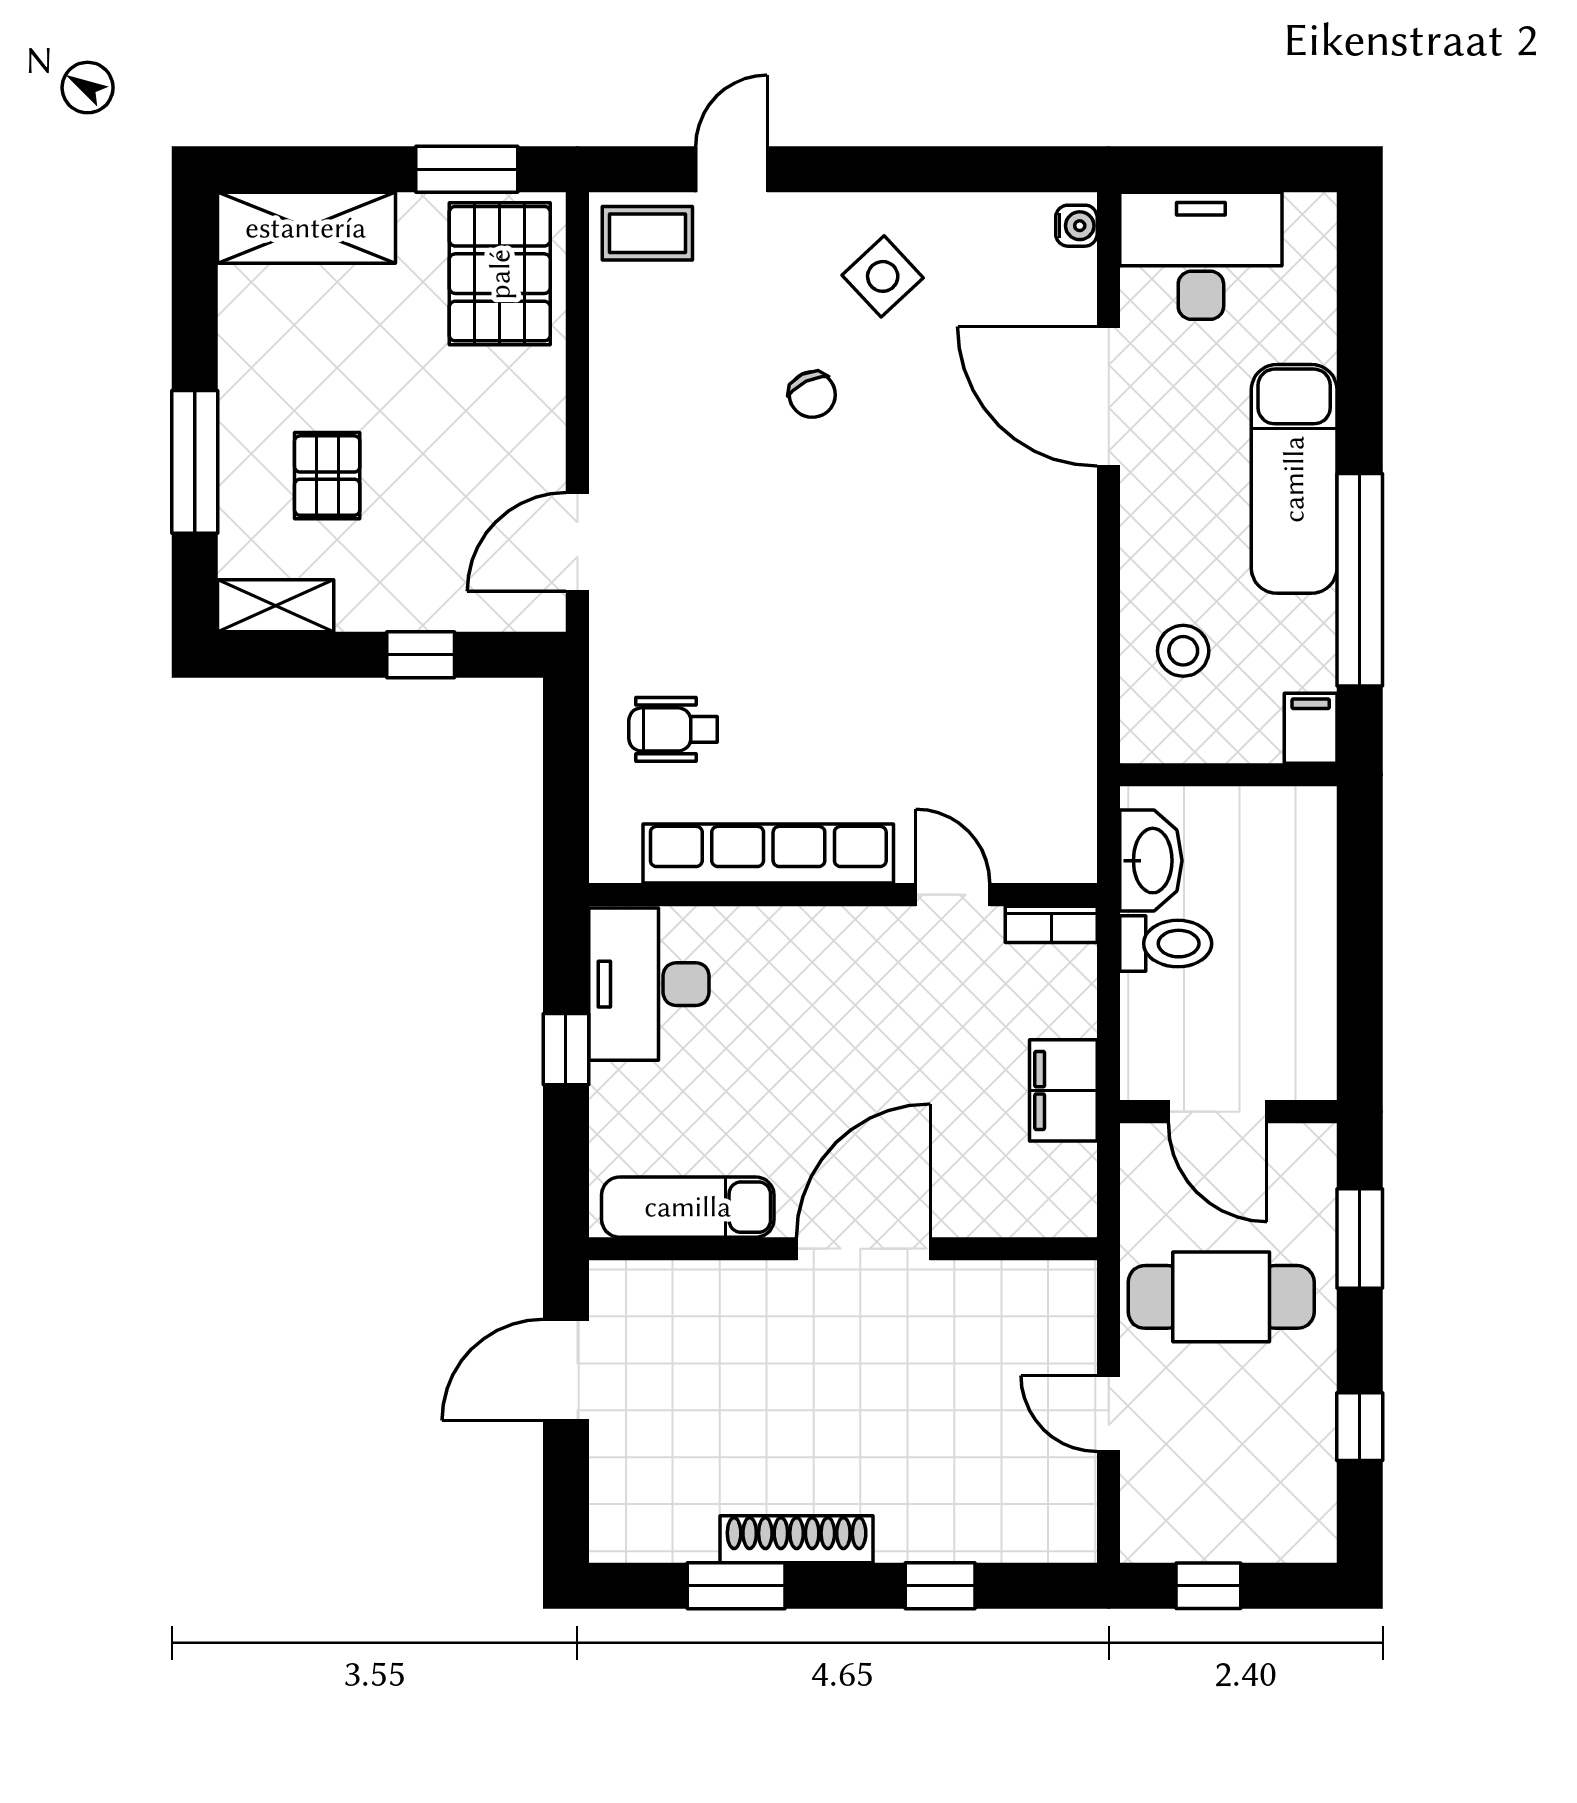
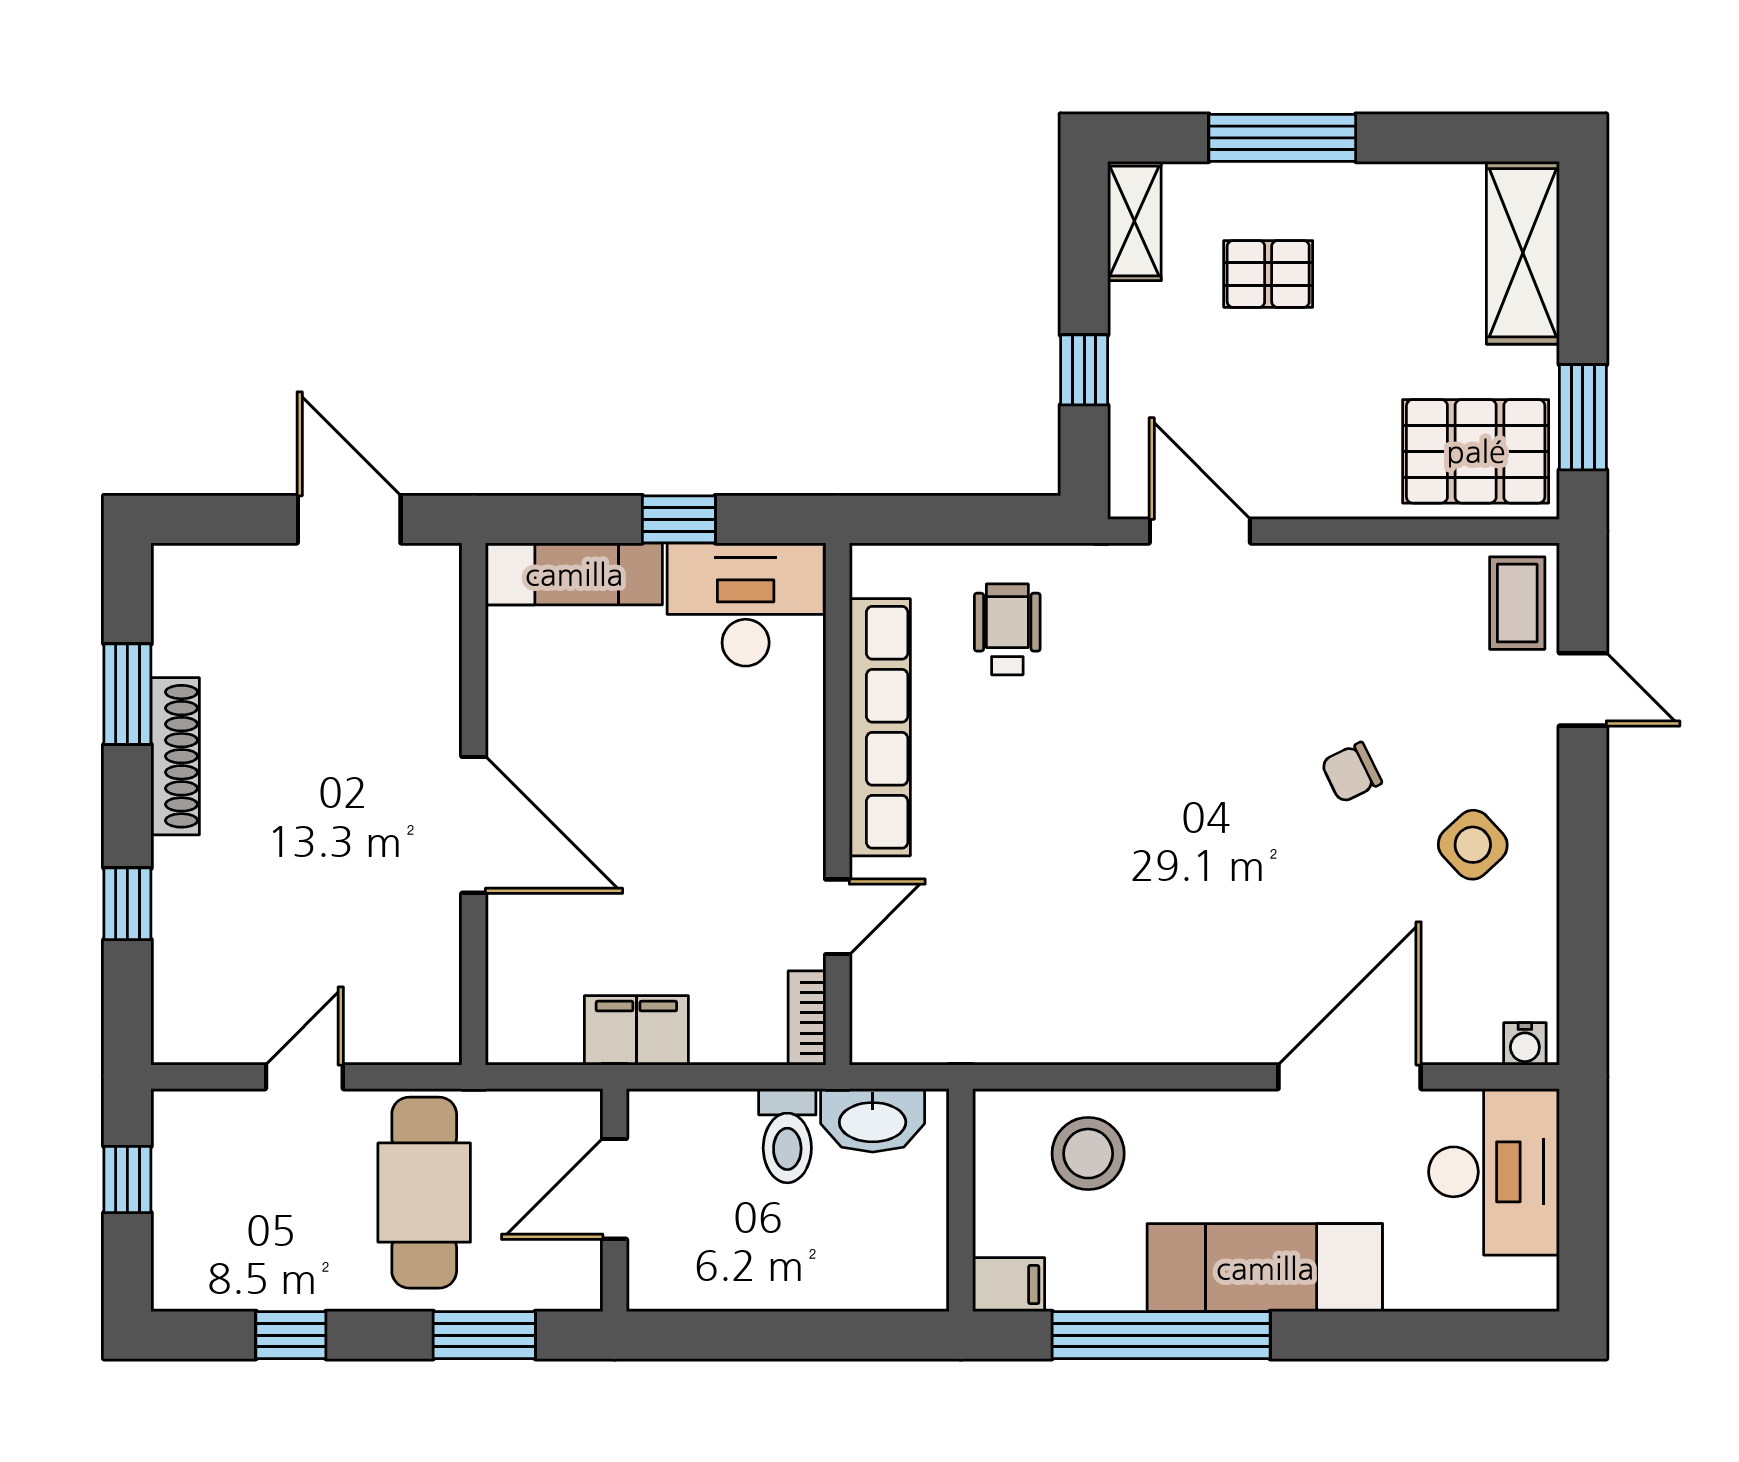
stool: (1183, 651) -> (1088, 1154), width x1.38, depth x1.38
exam couch: (688, 1207) -> (574, 574), moved, turned 90

